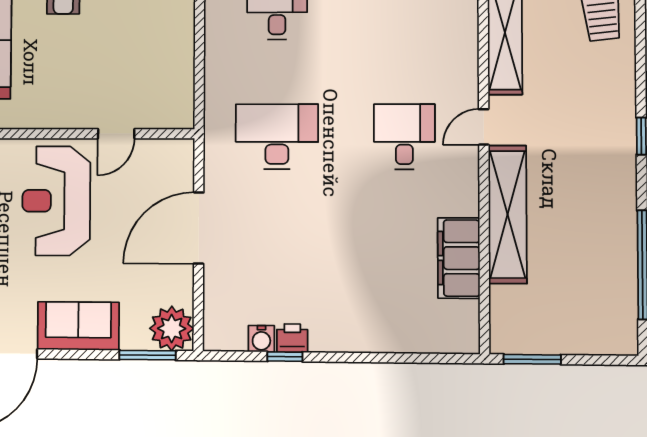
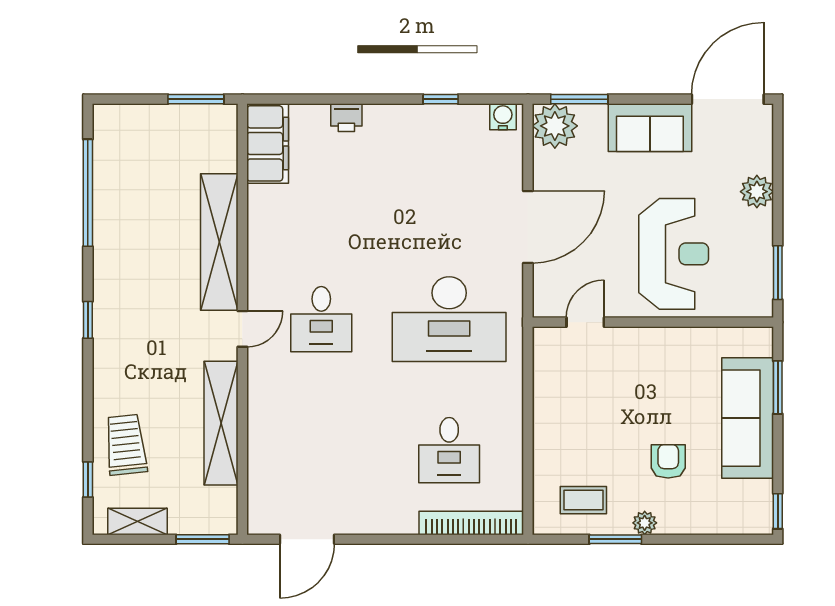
door: (116, 134) -> (585, 322), moved
desk: (277, 137) -> (449, 319), width x1.36, depth x1.30
filing cabinet: (459, 258) -> (268, 143), moved
printer: (292, 338) -> (346, 118), moved
water cooler: (261, 339) -> (503, 117), moved

